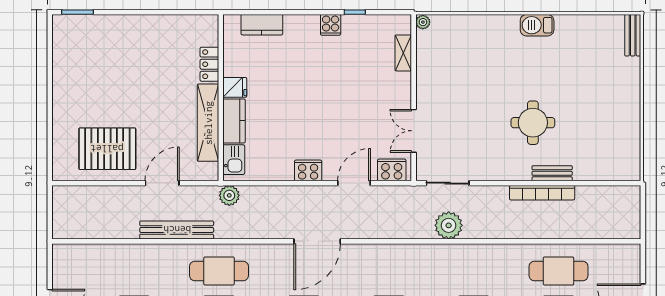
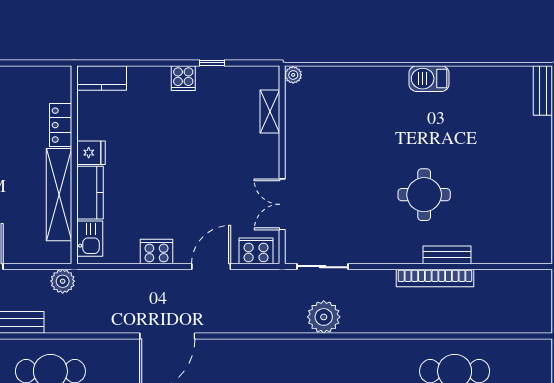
locker: (209, 64) -> (61, 125), moved
fridge: (235, 87) -> (91, 153), moved
wall: (221, 98) -> (74, 165), moved
kitchen counter: (234, 121) -> (90, 193), moved
shelving: (208, 123) -> (59, 195), moved
kitchen sink: (234, 160) -> (90, 239), moved

